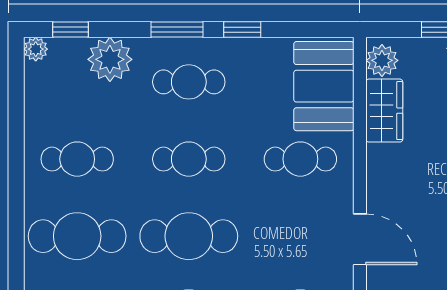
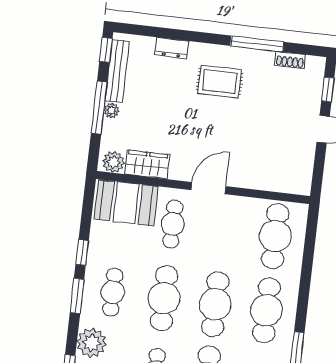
cafe table: (189, 159) -> (164, 298), width x1.37, depth x1.35
door: (360, 239) -> (208, 188), moved

